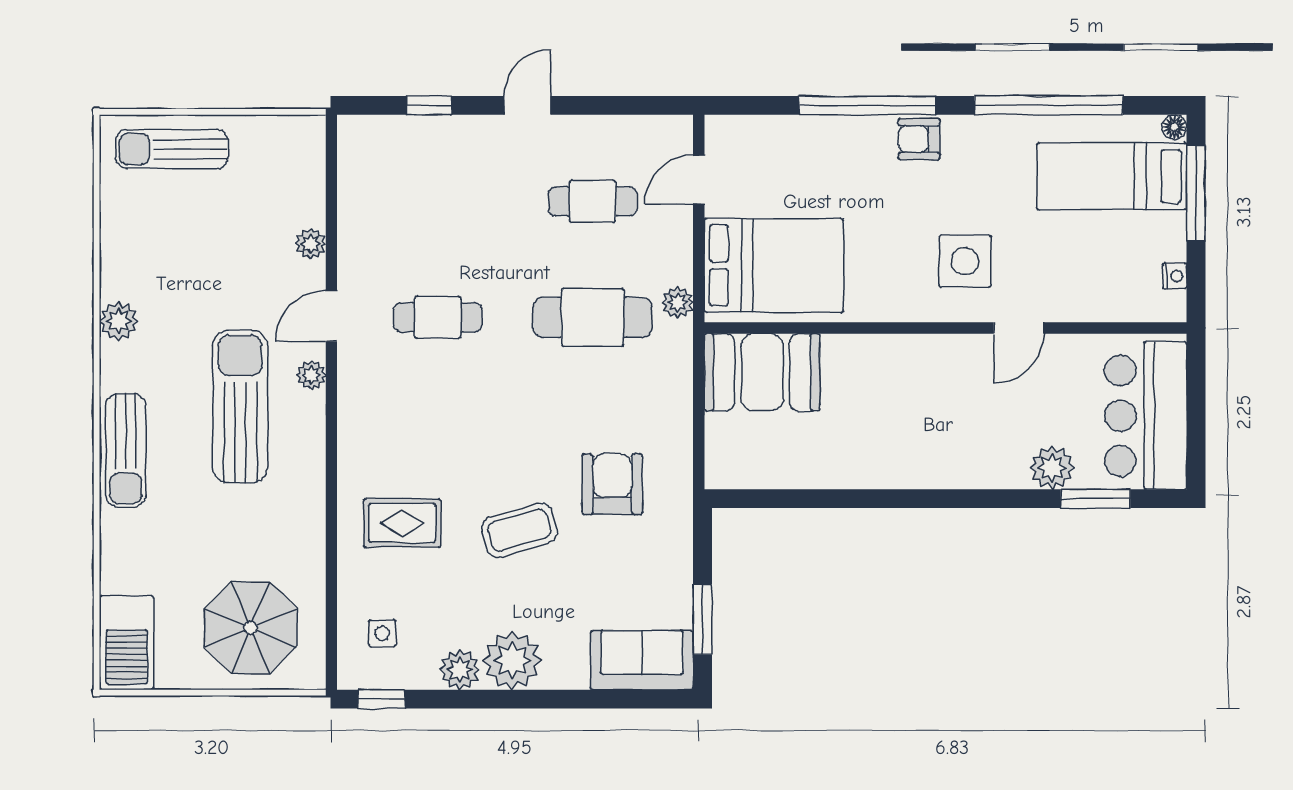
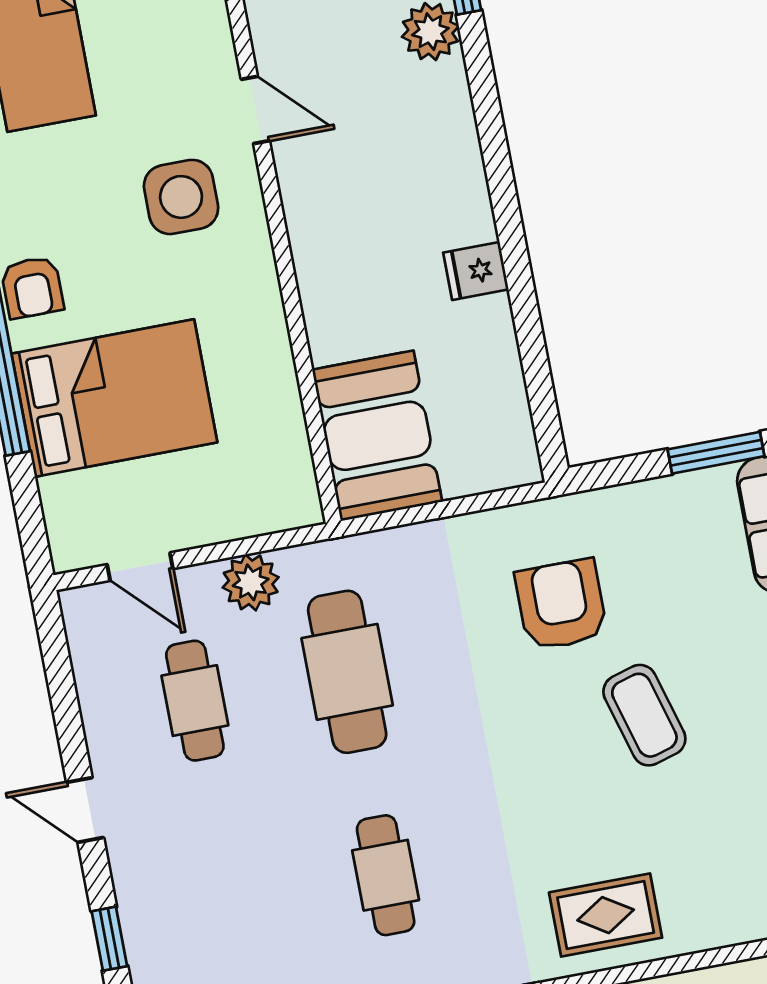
bed: (774, 265) -> (114, 398), moved, turned 90
plant: (678, 302) -> (251, 582), moved, width x1.38, depth x1.38
fridge: (870, 468) -> (476, 271), added
armchair: (612, 484) -> (561, 605), turned 90
rug: (402, 523) -> (606, 915), moved, turned 90

